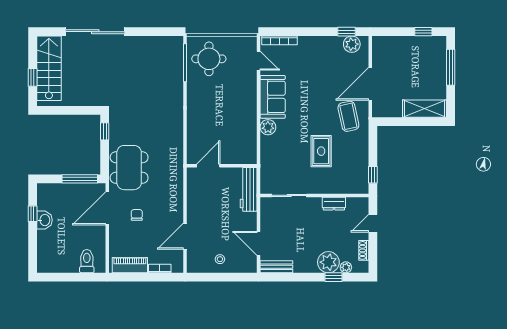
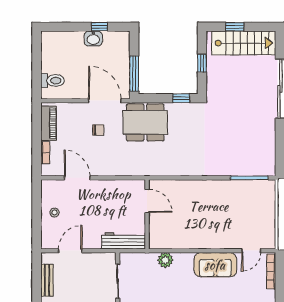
round table: (209, 59) -> (253, 202), removed
window: (69, 110) -> (202, 63), added
plant: (268, 127) -> (165, 260), moved
bench: (276, 267) -> (47, 280), moved

